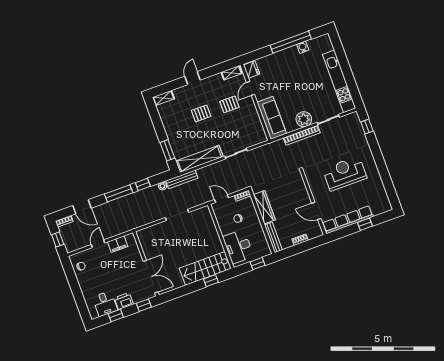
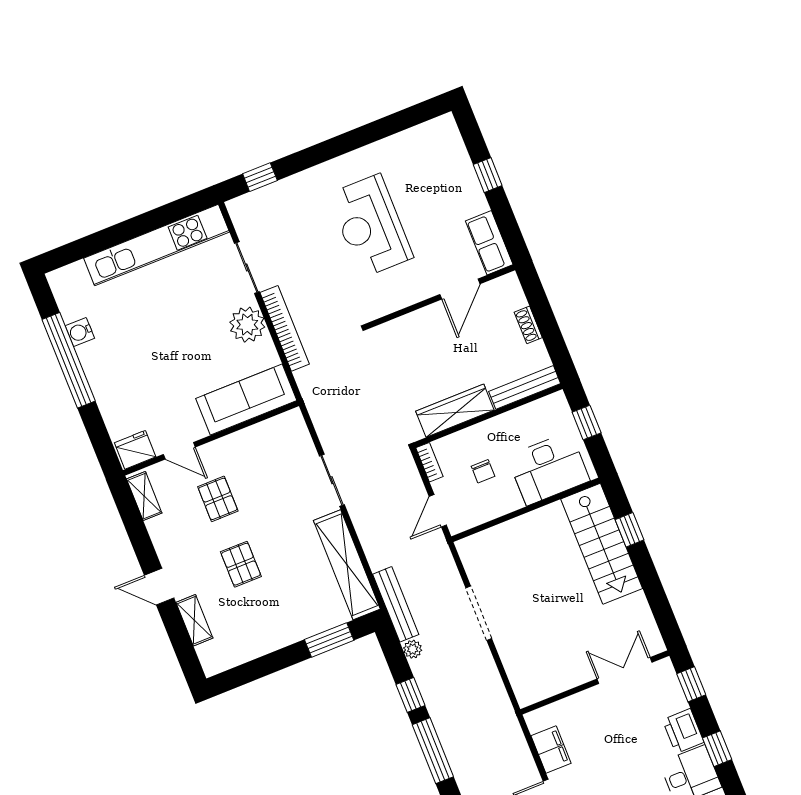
shelving: (163, 98) -> (194, 620), moved
row of seats: (348, 220) -> (489, 243), width x0.50
double door: (151, 277) -> (624, 671), width x0.73

